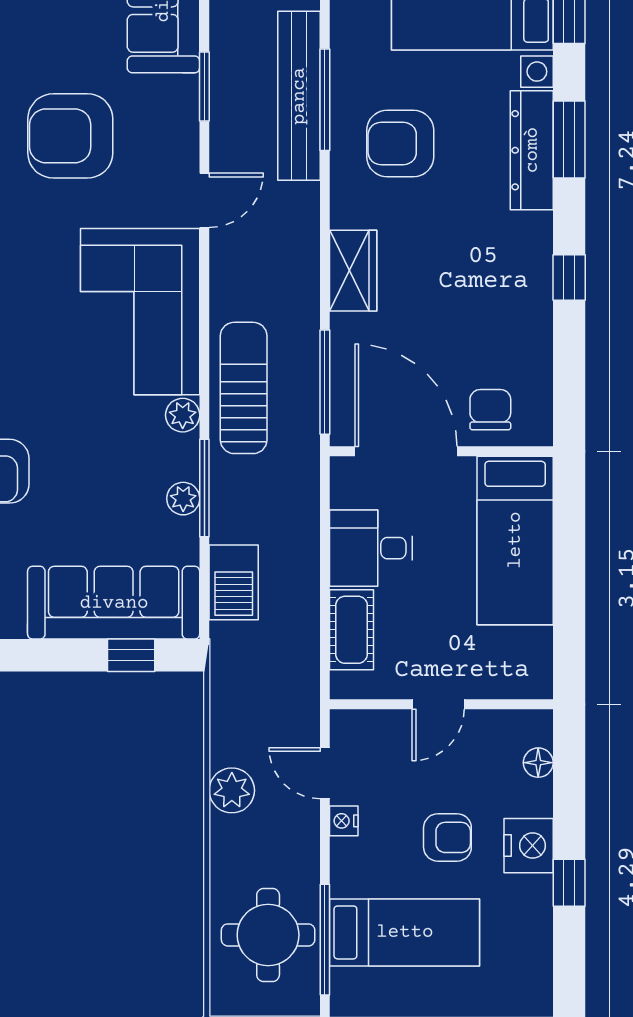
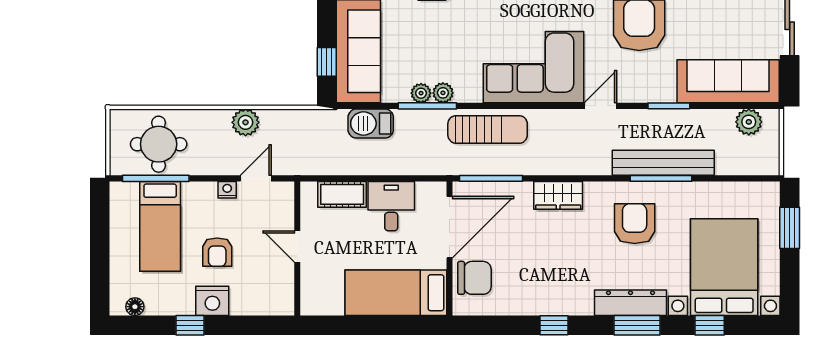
door: (204, 200) -> (600, 106), swing flipped
chair: (490, 410) -> (474, 278), width x1.37, depth x1.37
plant: (183, 415) -> (443, 93), moved
floor lamp: (538, 763) -> (135, 307), moved

